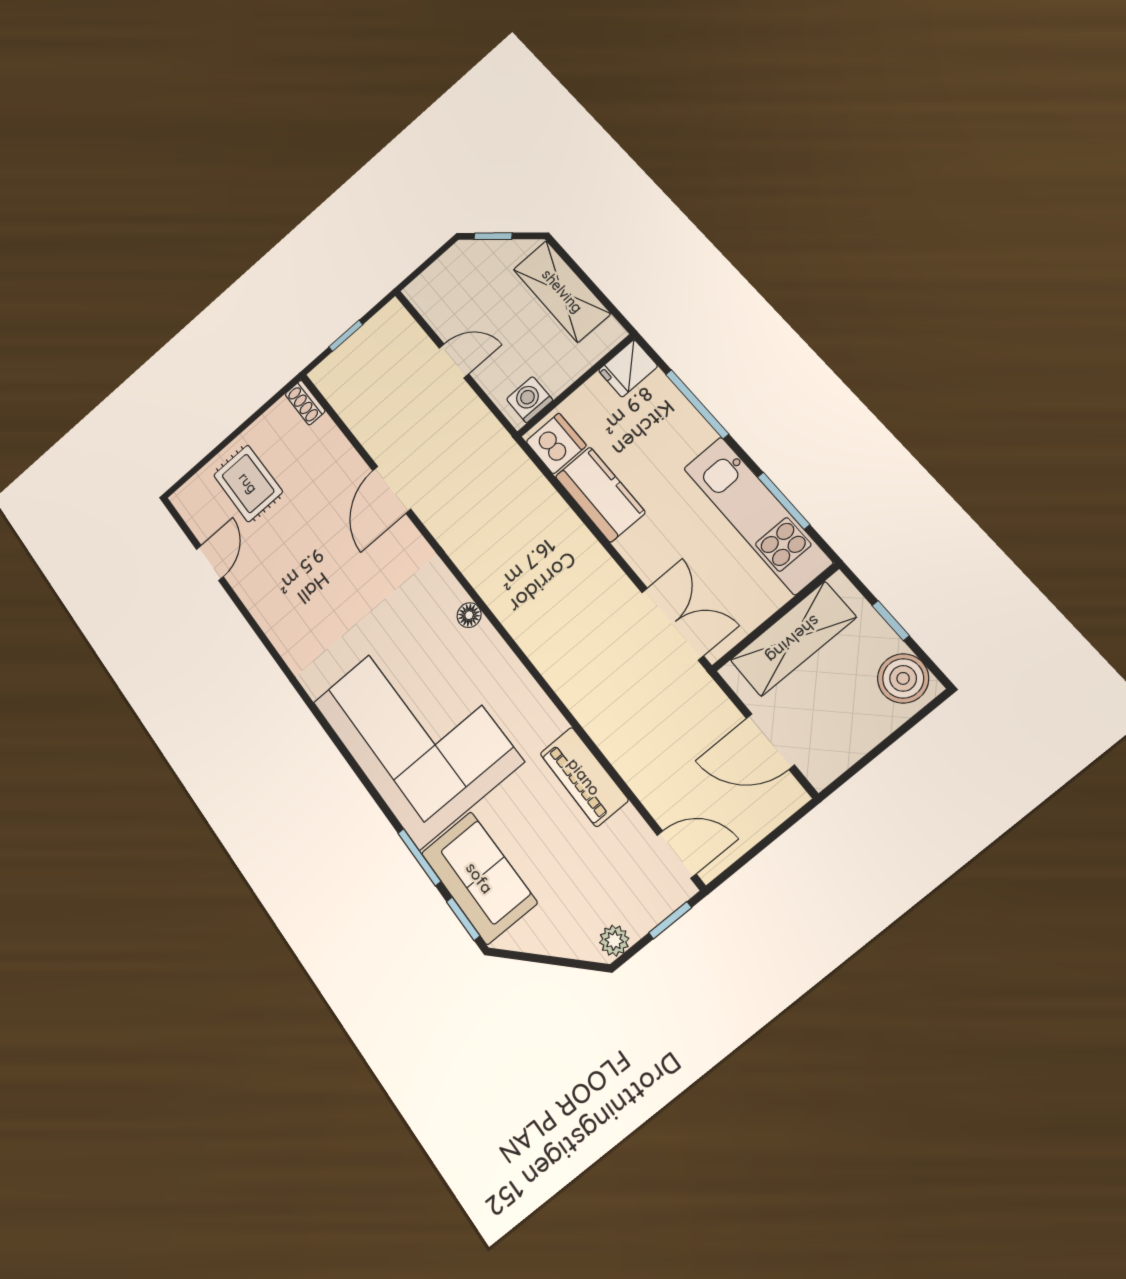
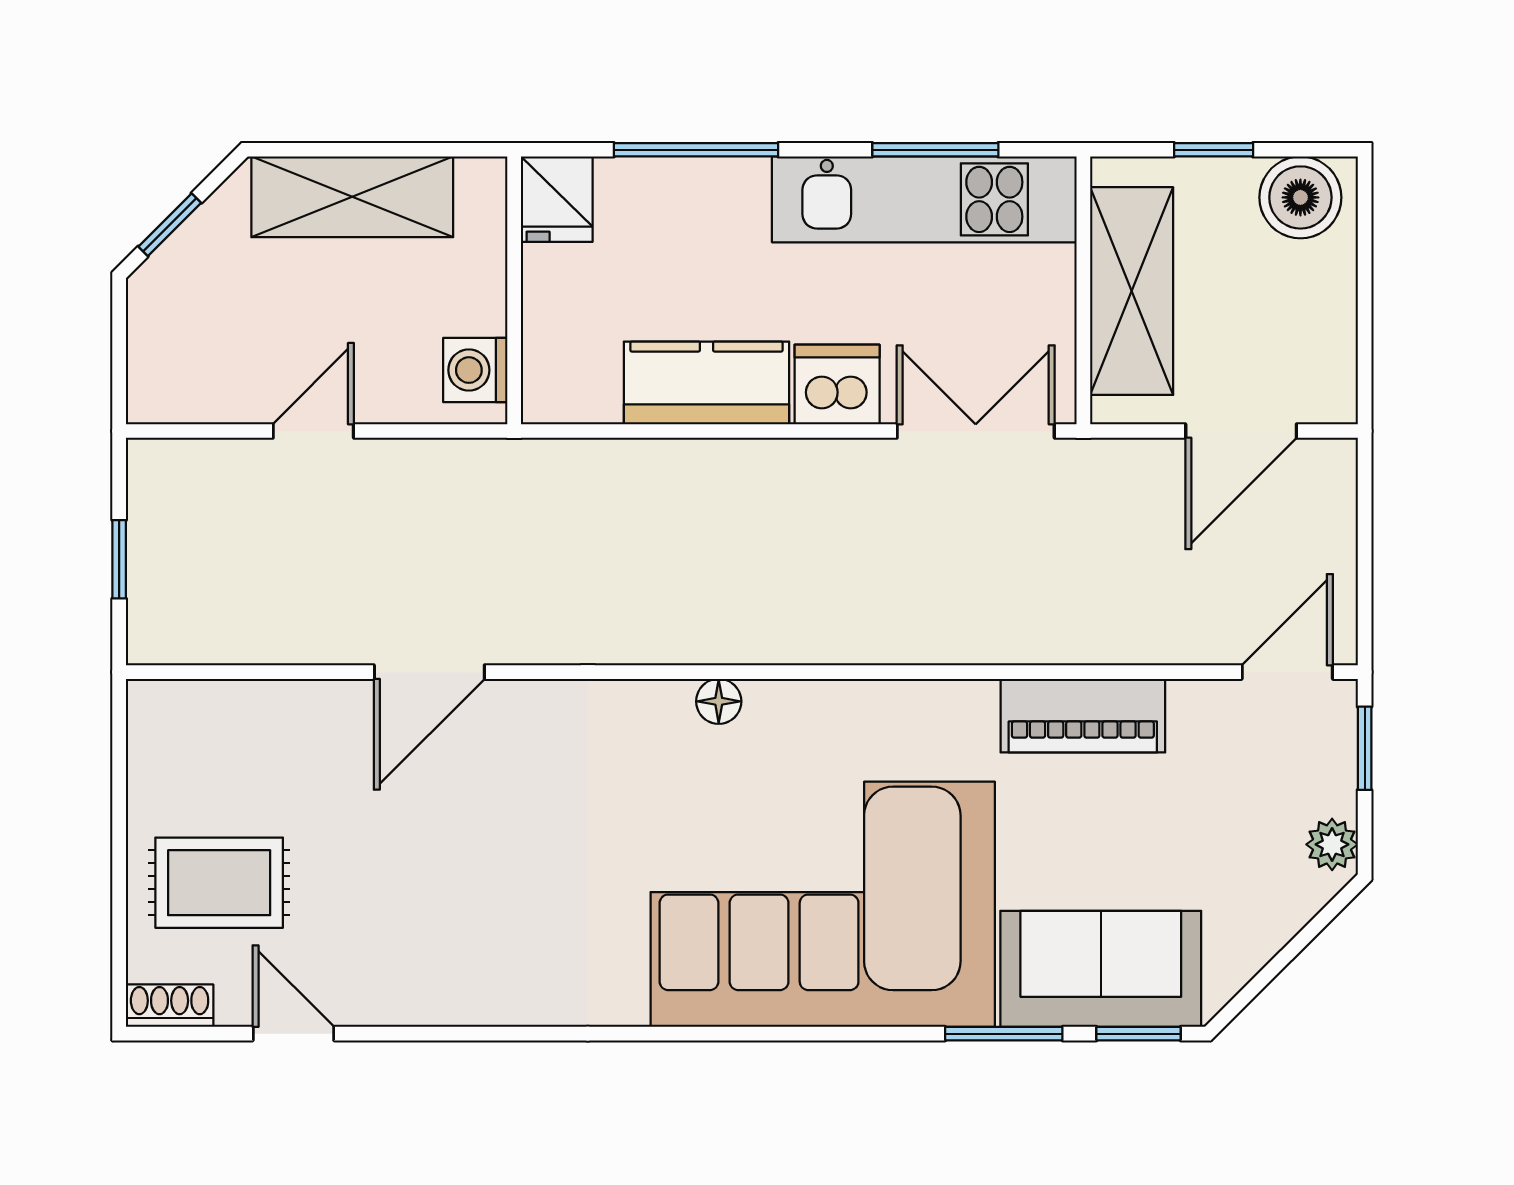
shoe rack: (305, 403) -> (170, 1006), moved, turned 180
dishwasher: (556, 444) -> (837, 385), moved
door: (392, 490) -> (429, 672), hinge flipped

